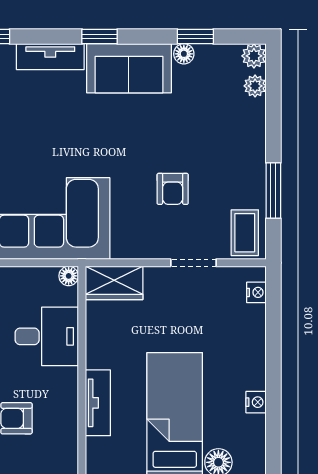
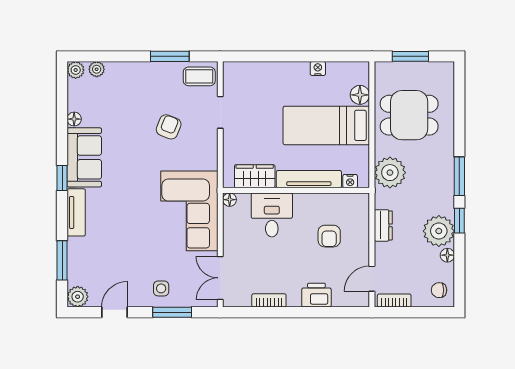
window: (195, 37) -> (62, 111), removed
armchair: (173, 189) -> (169, 127), turned -68
wardrobe: (114, 283) -> (255, 176), moved, turned -90
nightstand: (256, 292) -> (350, 181), moved, turned 180
tv unit: (98, 403) -> (309, 179), width x1.41

